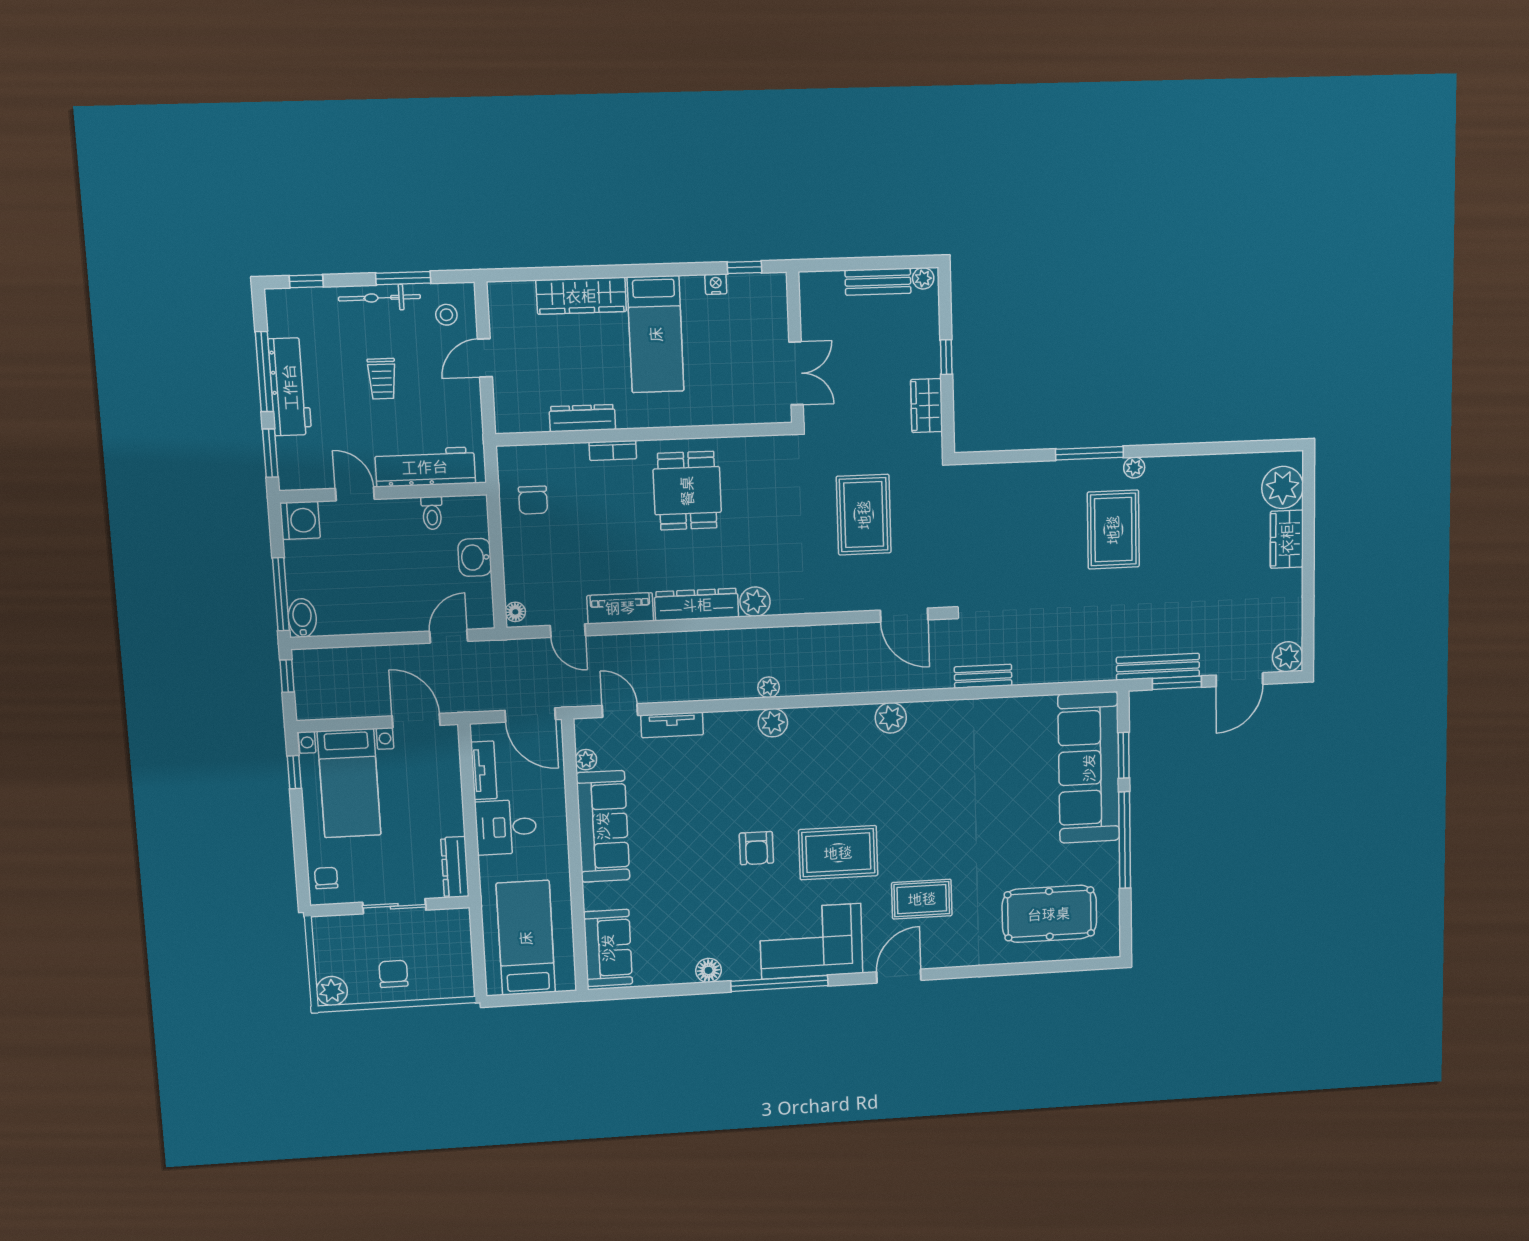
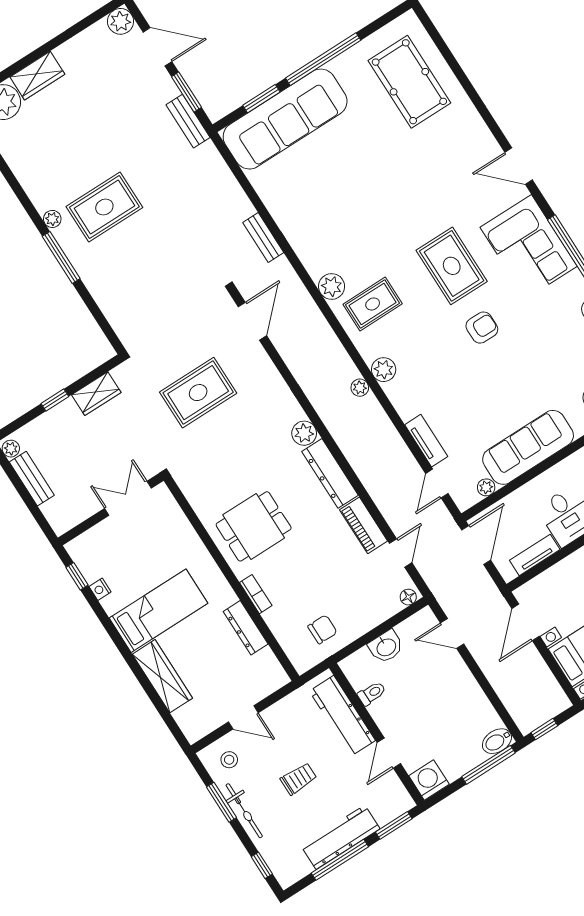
bench: (1158, 667) -> (188, 121), width x0.73
rug: (922, 899) -> (373, 304), moved, turned 90

